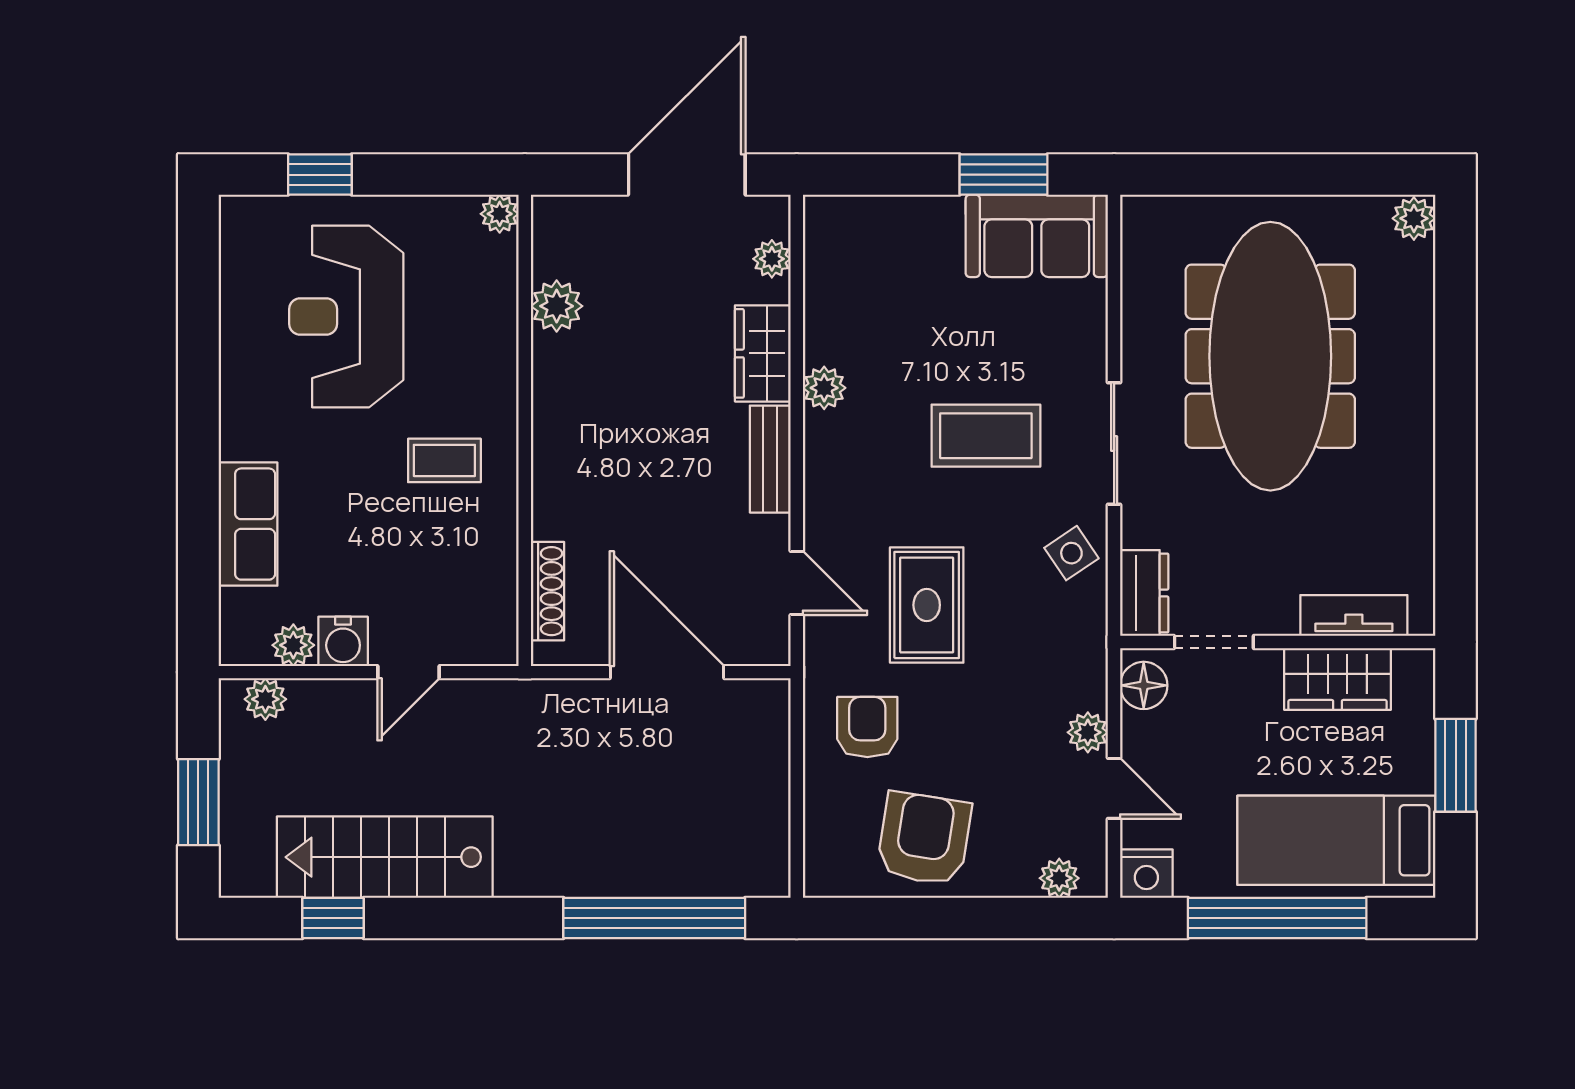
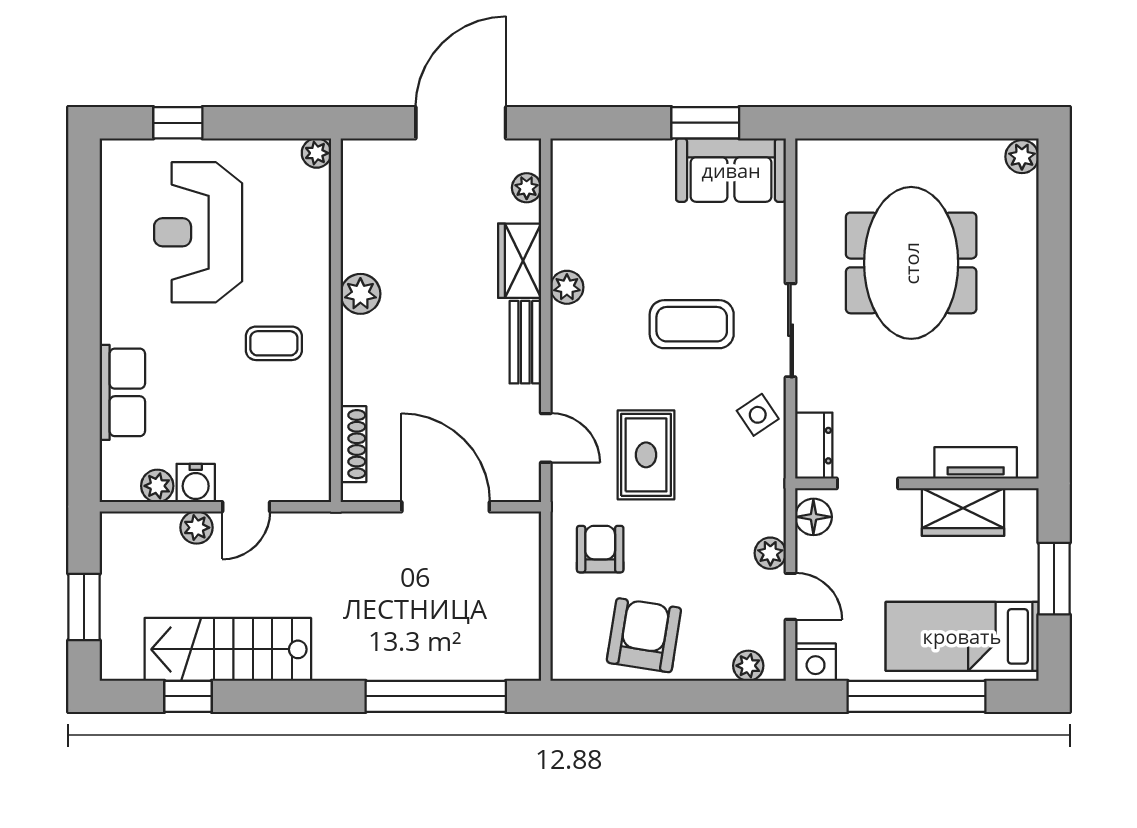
plant: (557, 306) -> (360, 294), moved
meeting table: (1270, 356) -> (911, 263), width x0.73
plant: (265, 699) -> (197, 528), moved

